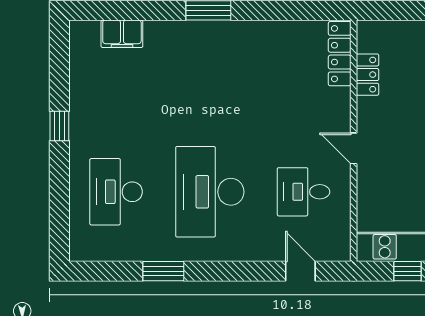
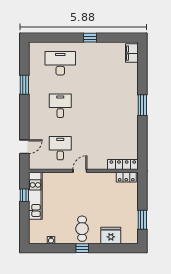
filing cabinet: (122, 34) -> (132, 53), moved
locker: (368, 75) -> (126, 177), moved
desk: (210, 192) -> (60, 106), width x0.53, depth x0.77

